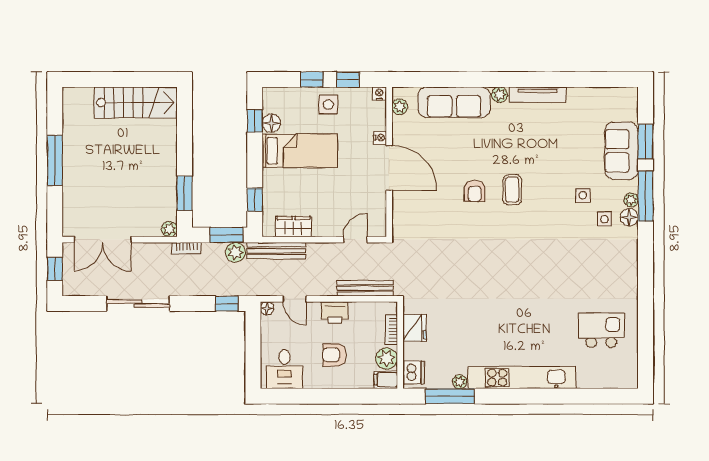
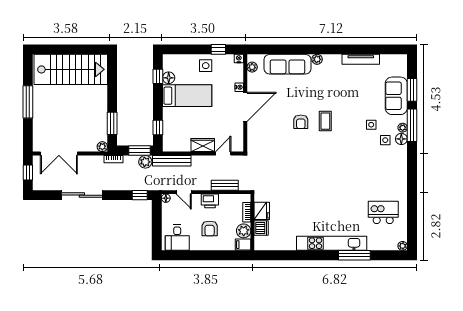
window: (312, 80) -> (195, 49), removed
tv unit: (537, 95) -> (361, 59), moved
stairs: (136, 102) -> (71, 69), width x1.36, depth x1.51
door: (389, 168) -> (245, 107), hinge flipped
wardrobe: (294, 227) -> (203, 145), moved
bench: (365, 288) -> (225, 185), width x0.73
armchair: (334, 355) -> (210, 228), turned -90
dishwasher: (414, 372) -> (261, 228), moved
plant: (460, 382) -> (403, 246), moved
window: (450, 396) -> (354, 255), moved

